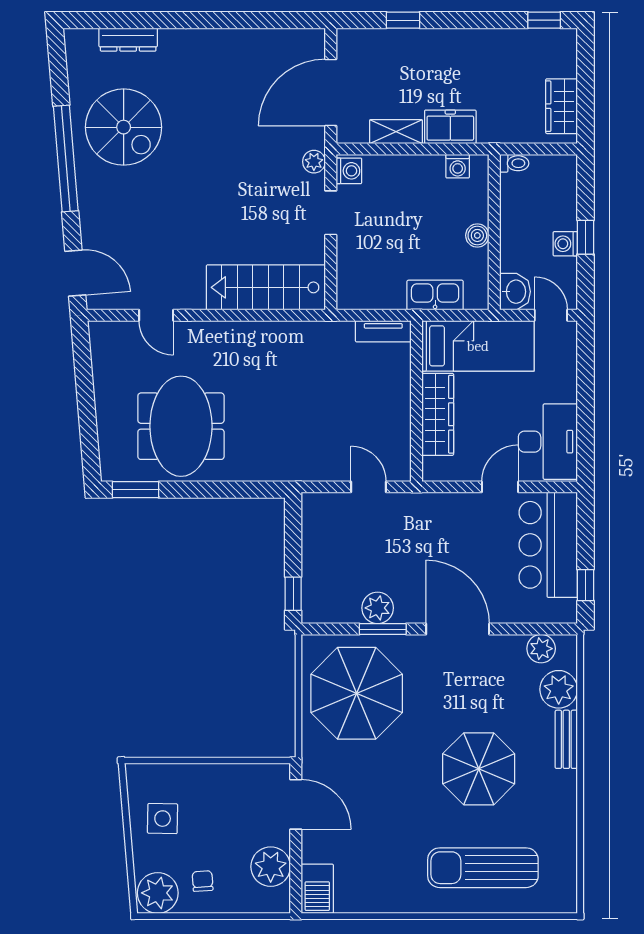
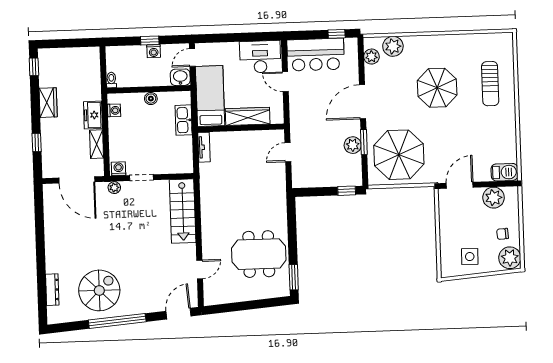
wardrobe: (562, 106) -> (48, 103), moved, turned -90
bench: (566, 739) -> (420, 41), removed
sun lounger: (483, 868) -> (490, 84), width x0.73, depth x0.75

